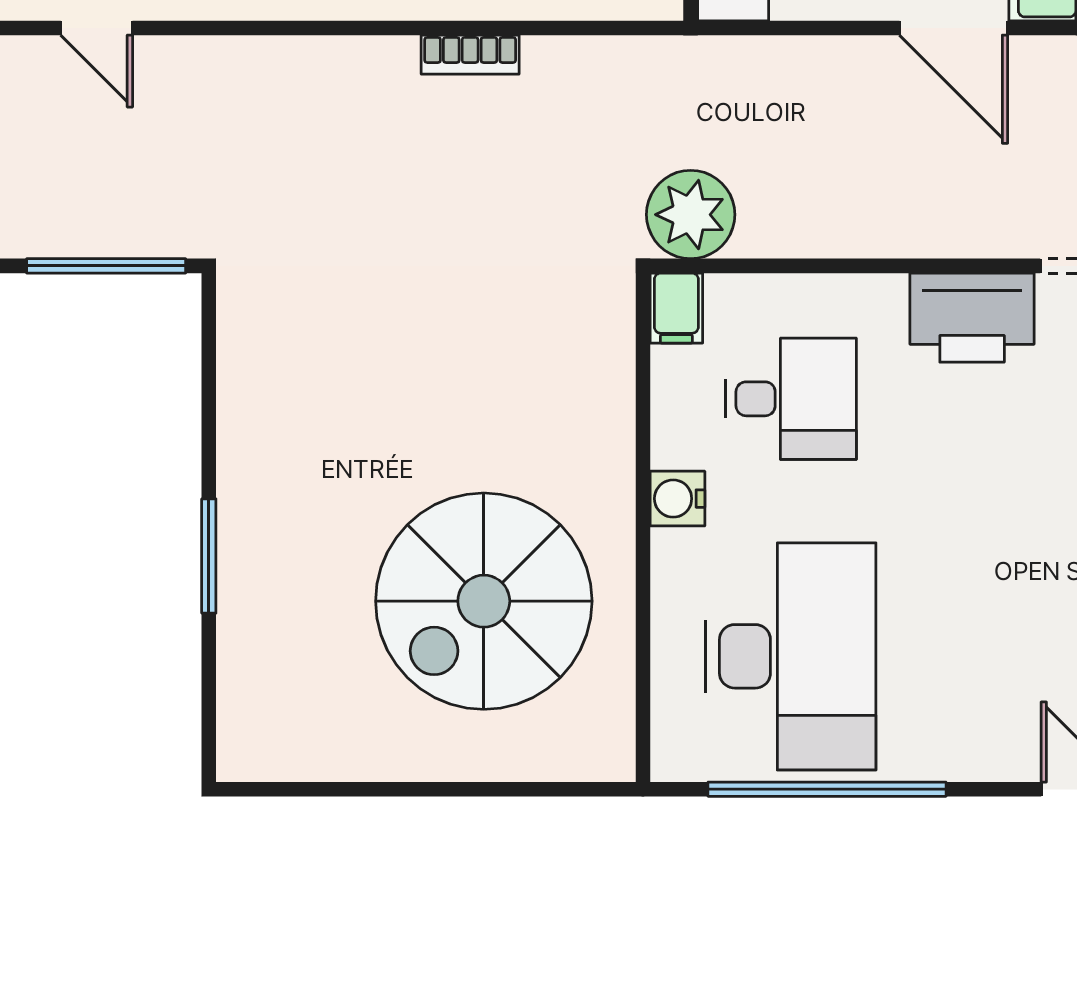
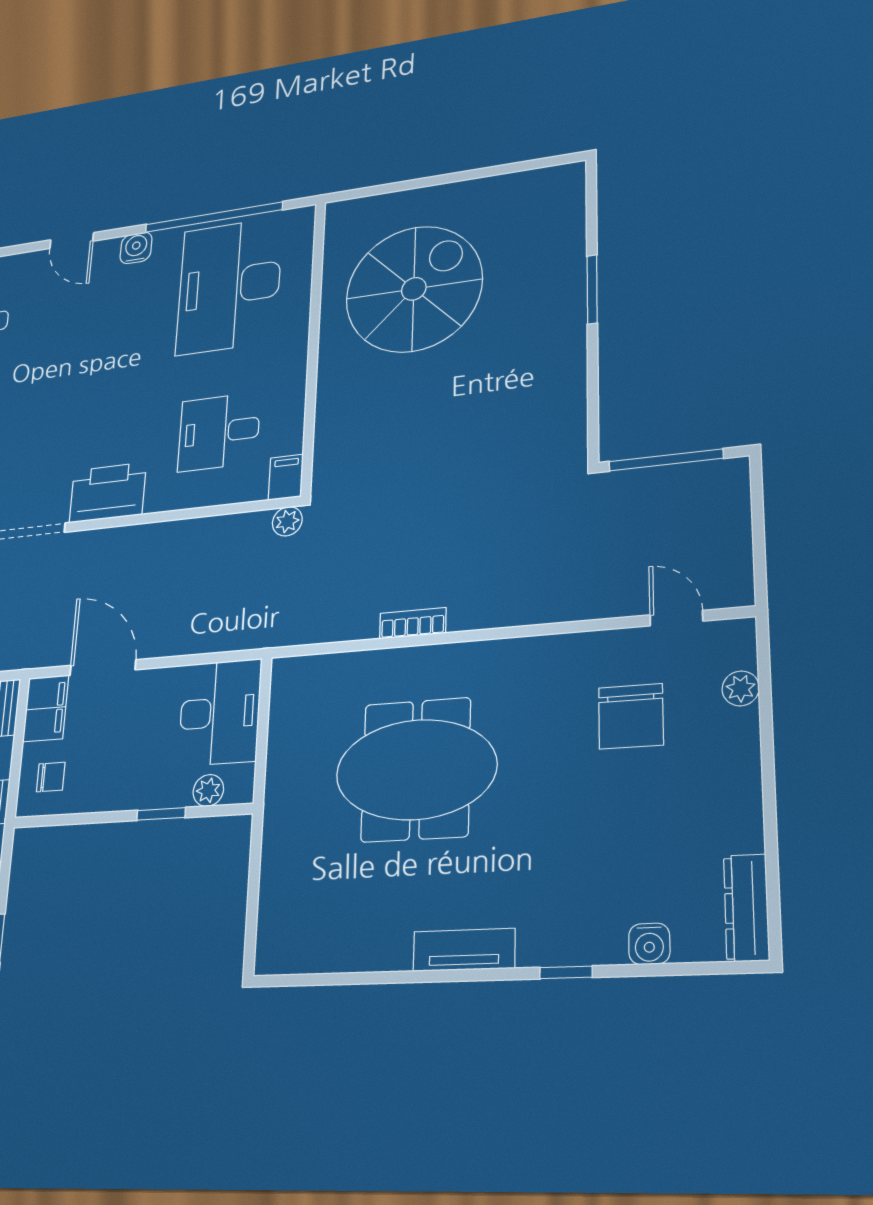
plant: (691, 215) -> (287, 521), width x0.53, depth x0.53
water cooler: (677, 499) -> (136, 248), moved, turned -90

